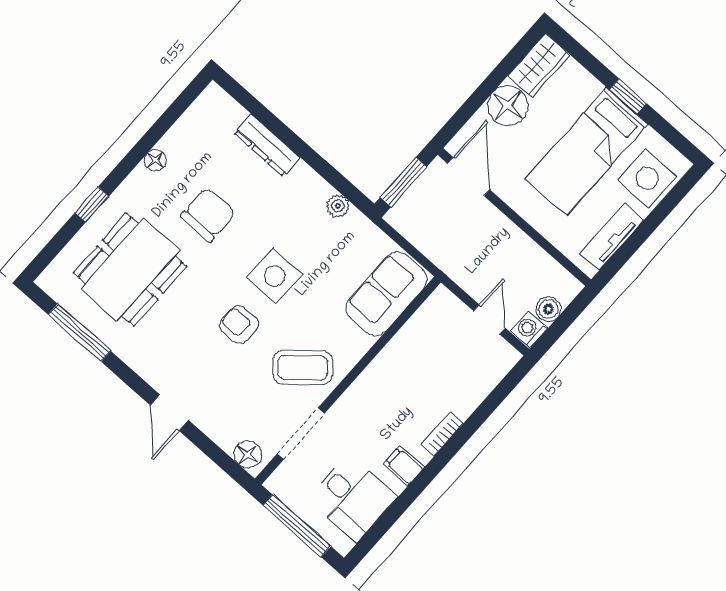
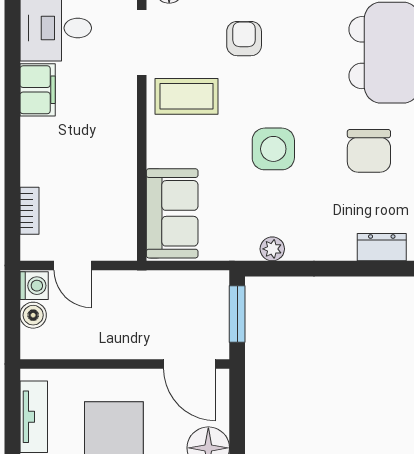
dresser: (267, 145) -> (382, 247), width x0.70
armchair: (239, 325) -> (244, 39), moved, turned -90
coffee table: (303, 368) -> (186, 96), turned 41
bookcase: (442, 434) -> (30, 211), moved
filing cabinet: (404, 466) -> (38, 90), width x2.00

